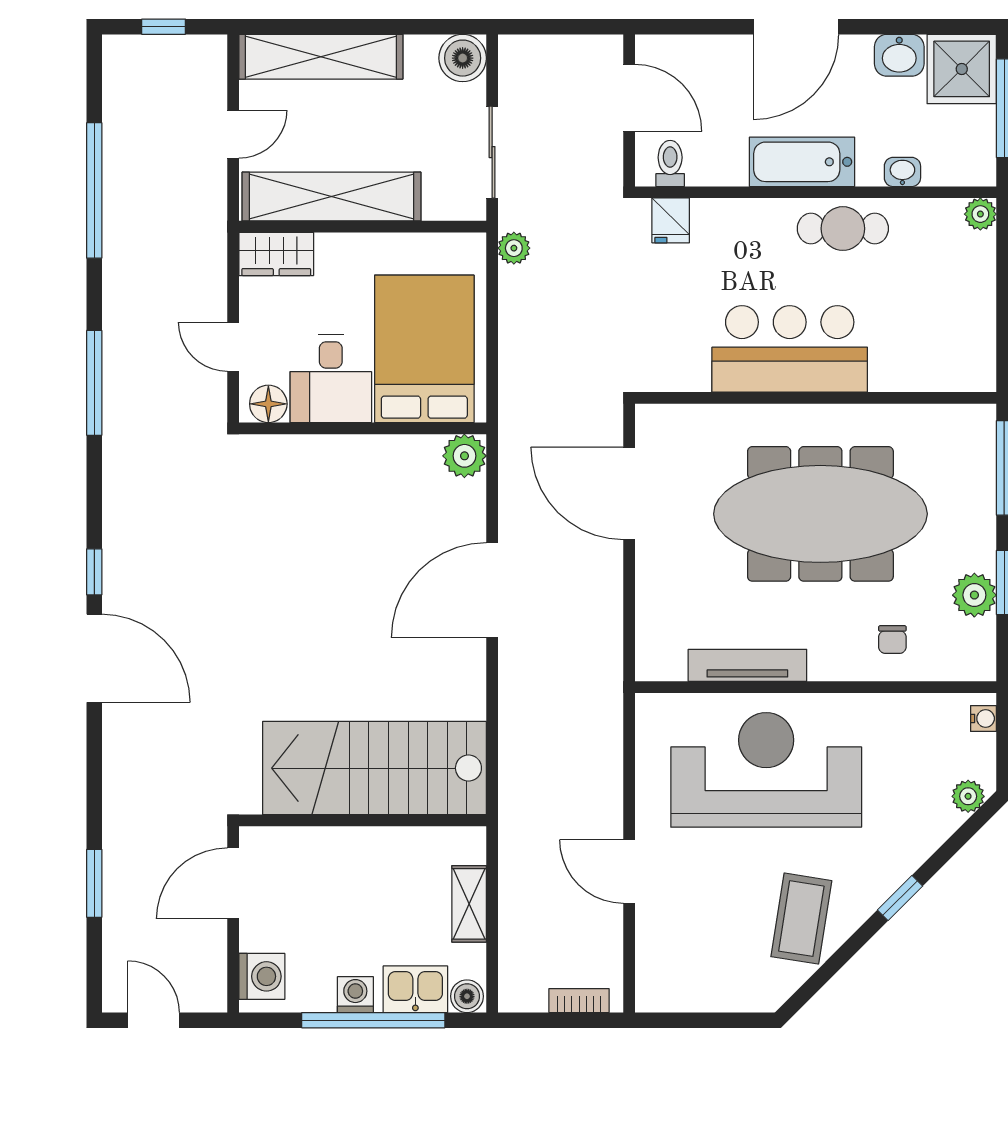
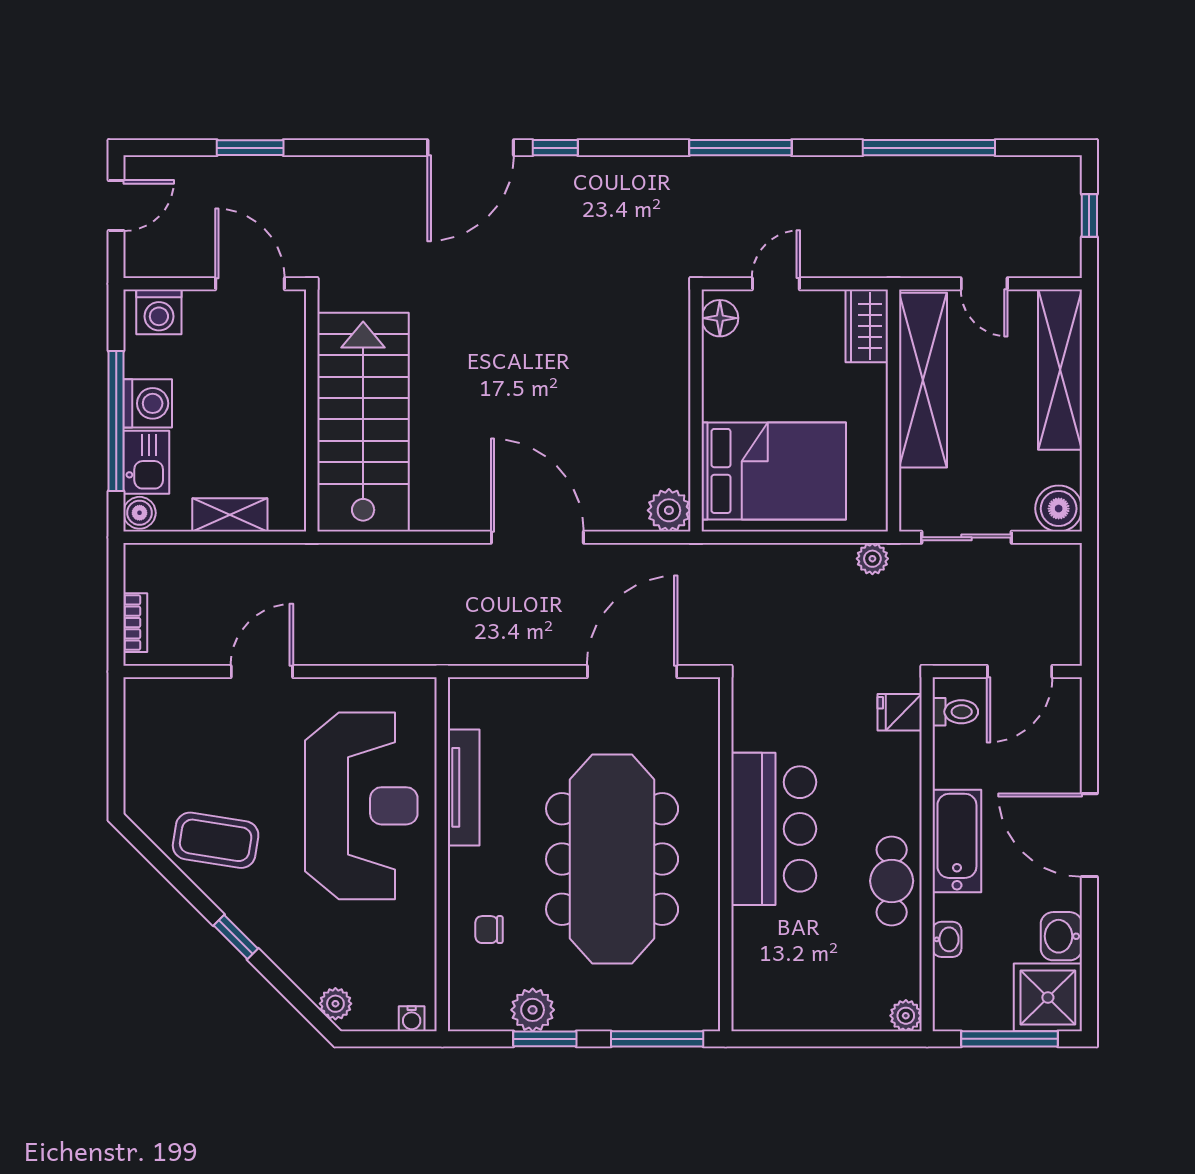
desk: (331, 379) -> (745, 379), removed
washing machine: (355, 995) -> (148, 403), width x1.38, depth x1.38

